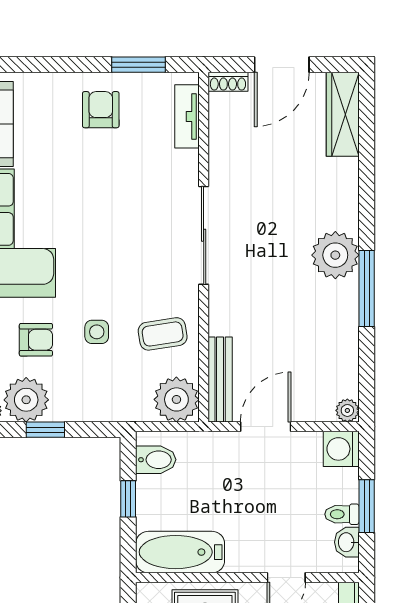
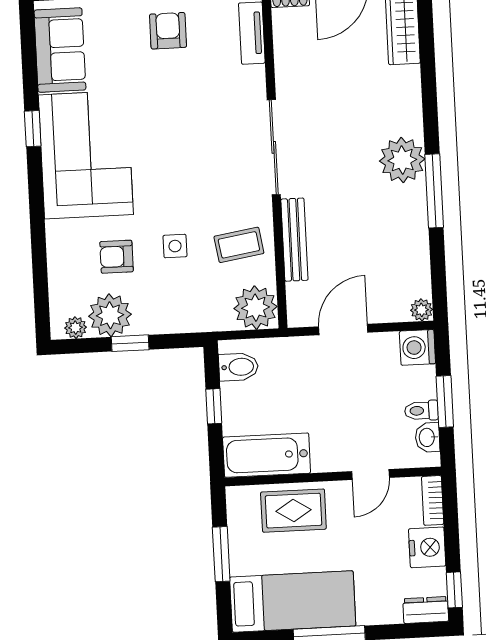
armchair: (36, 340) -> (117, 257), turned 180
bench: (220, 380) -> (294, 240), moved

